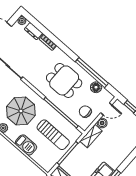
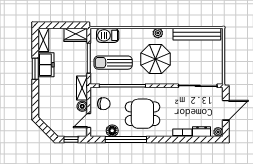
barbecue: (26, 145) -> (108, 35), moved

